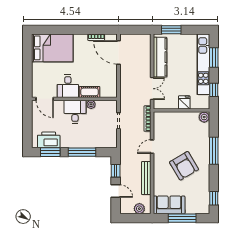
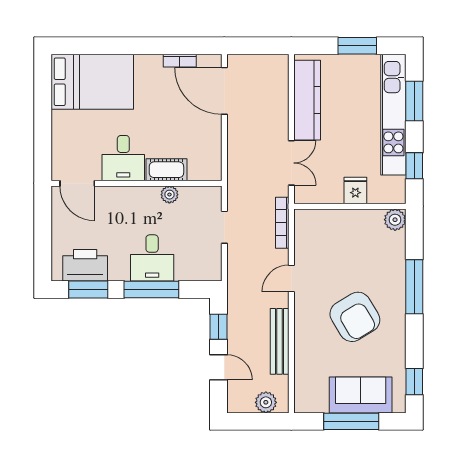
window: (171, 30) -> (357, 46), moved
desk: (75, 112) -> (152, 258), moved, turned 180
sofa: (169, 205) -> (361, 395), moved

